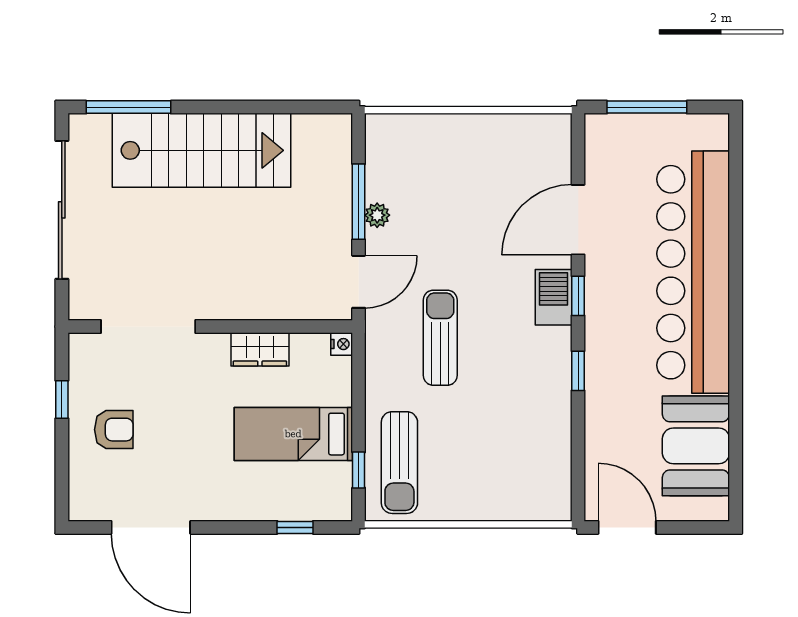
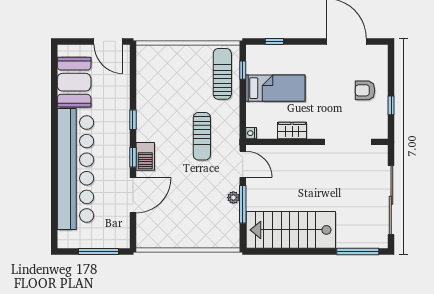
stairs: (201, 150) -> (291, 230), moved
door: (359, 282) -> (243, 164), swing flipped

